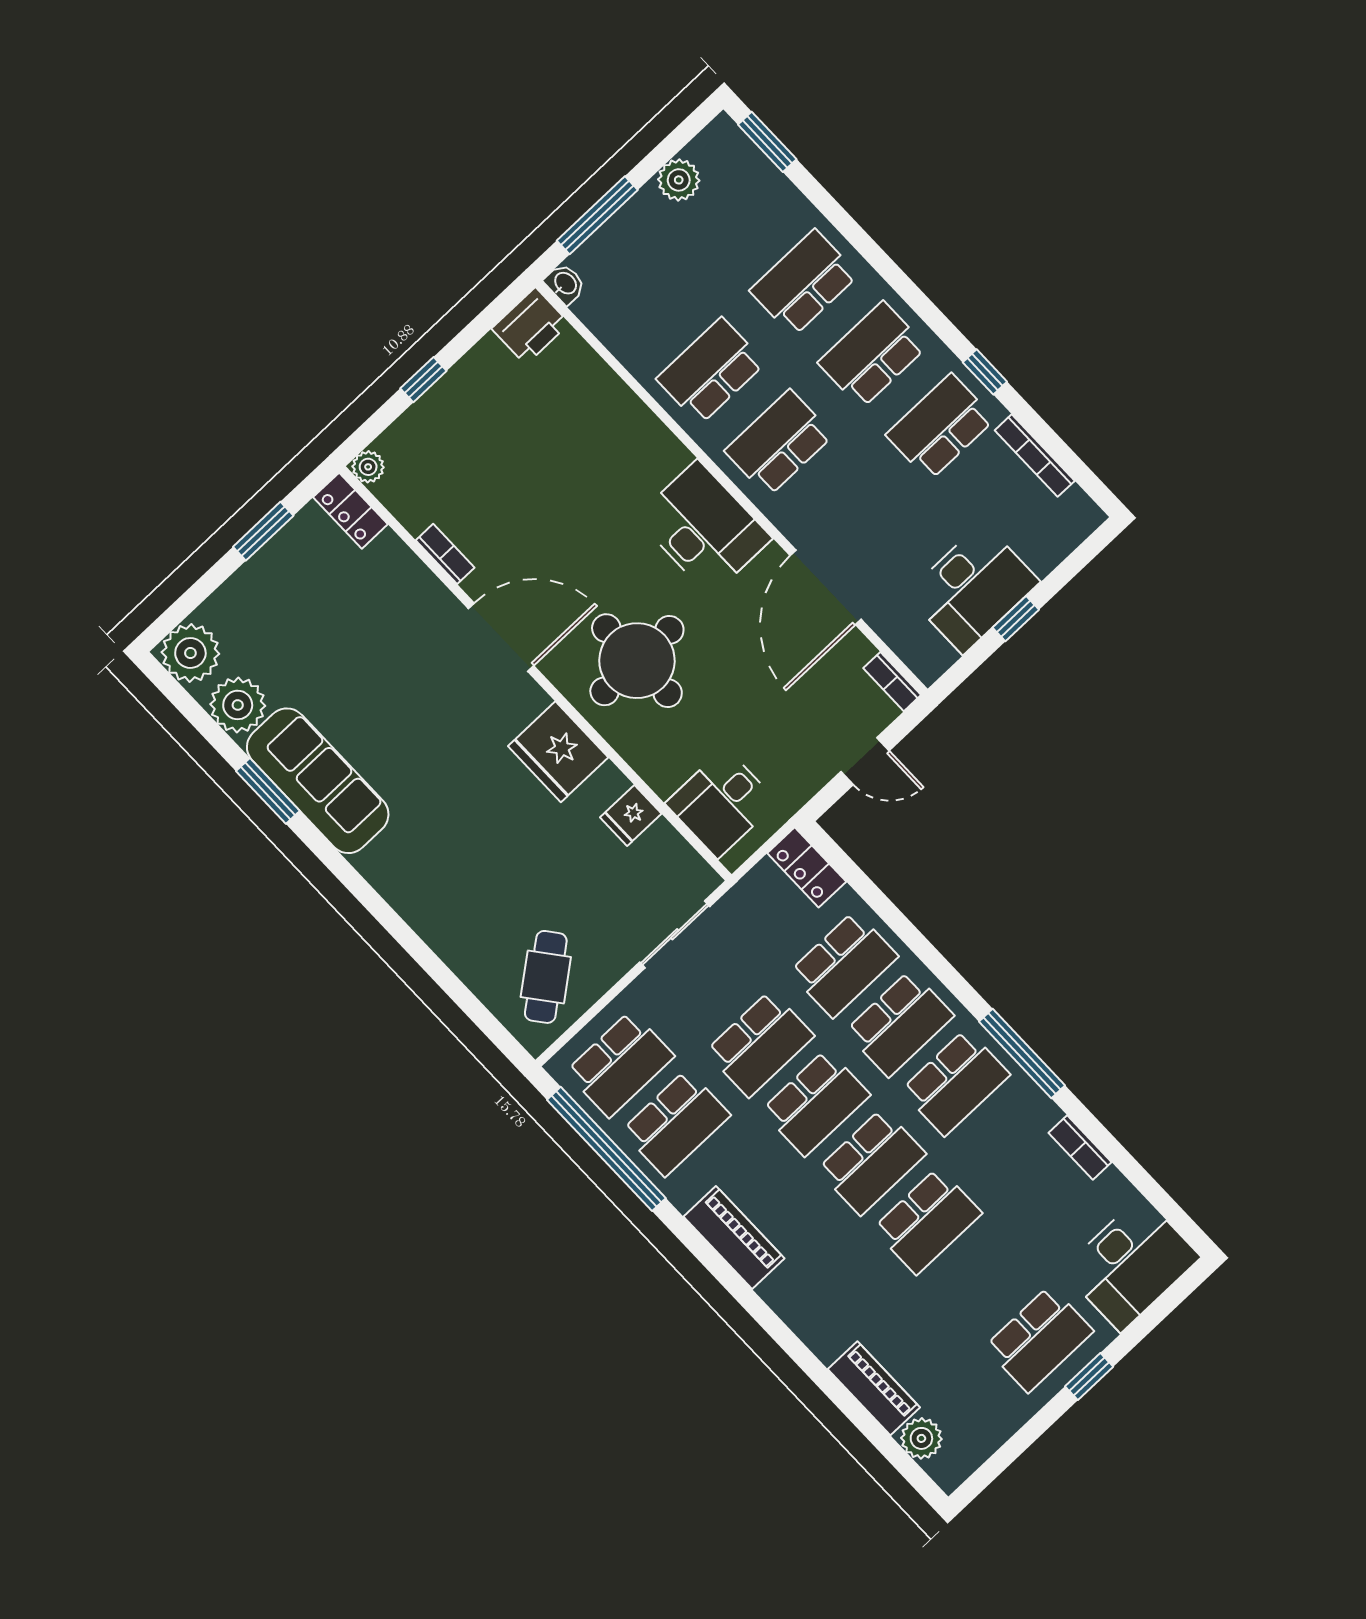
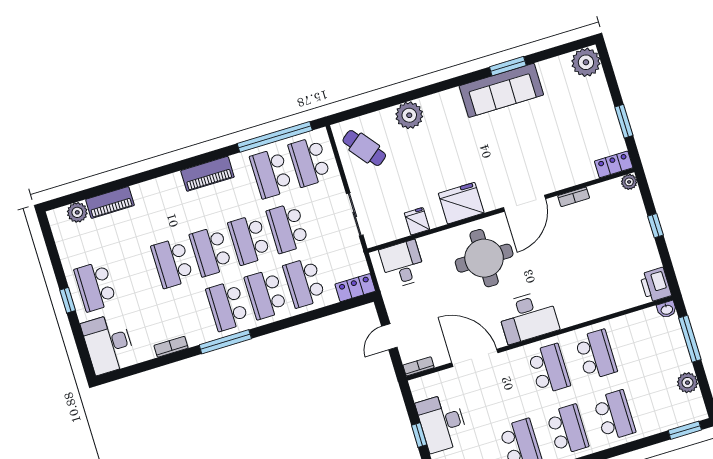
plant: (238, 705) -> (409, 115), moved

